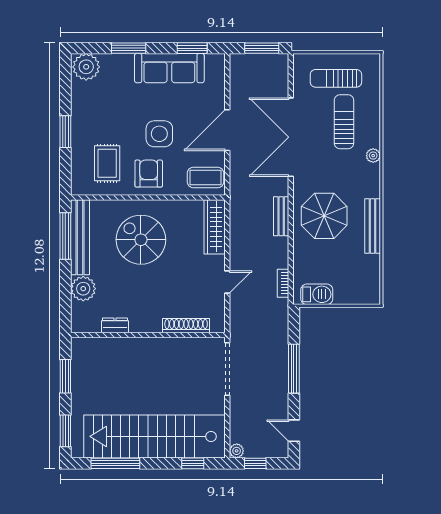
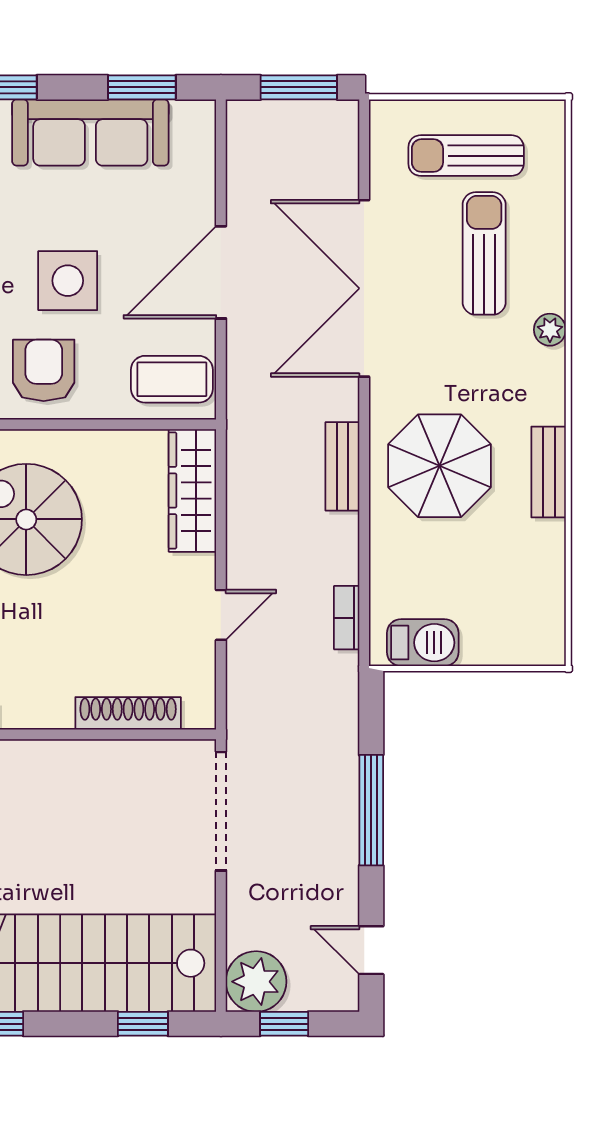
bench: (373, 226) -> (549, 472), width x0.73
plant: (237, 451) -> (256, 982), width x1.87, depth x1.87

